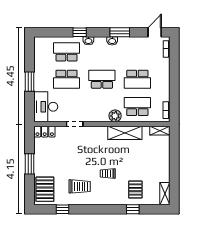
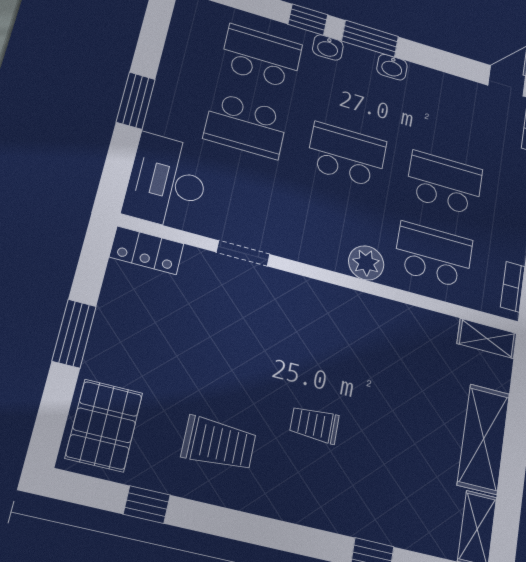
window: (120, 32) -> (370, 39), moved
school desk: (137, 79) -> (444, 183), turned 180
shelving: (125, 133) -> (484, 439), moved, turned 90
pallet: (135, 190) -> (390, 495), removed

